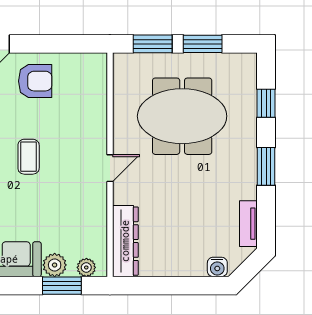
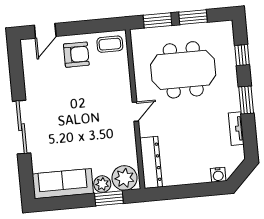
coffee table: (29, 157) -> (110, 44), moved, turned 90
tv unit: (248, 224) -> (236, 129), moved
plant: (86, 267) -> (124, 178), width x1.88, depth x1.88

